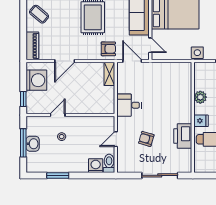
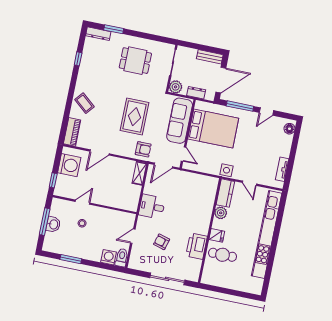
door: (132, 61) -> (163, 166), swing flipped
kitchen counter: (201, 76) -> (225, 193), added

